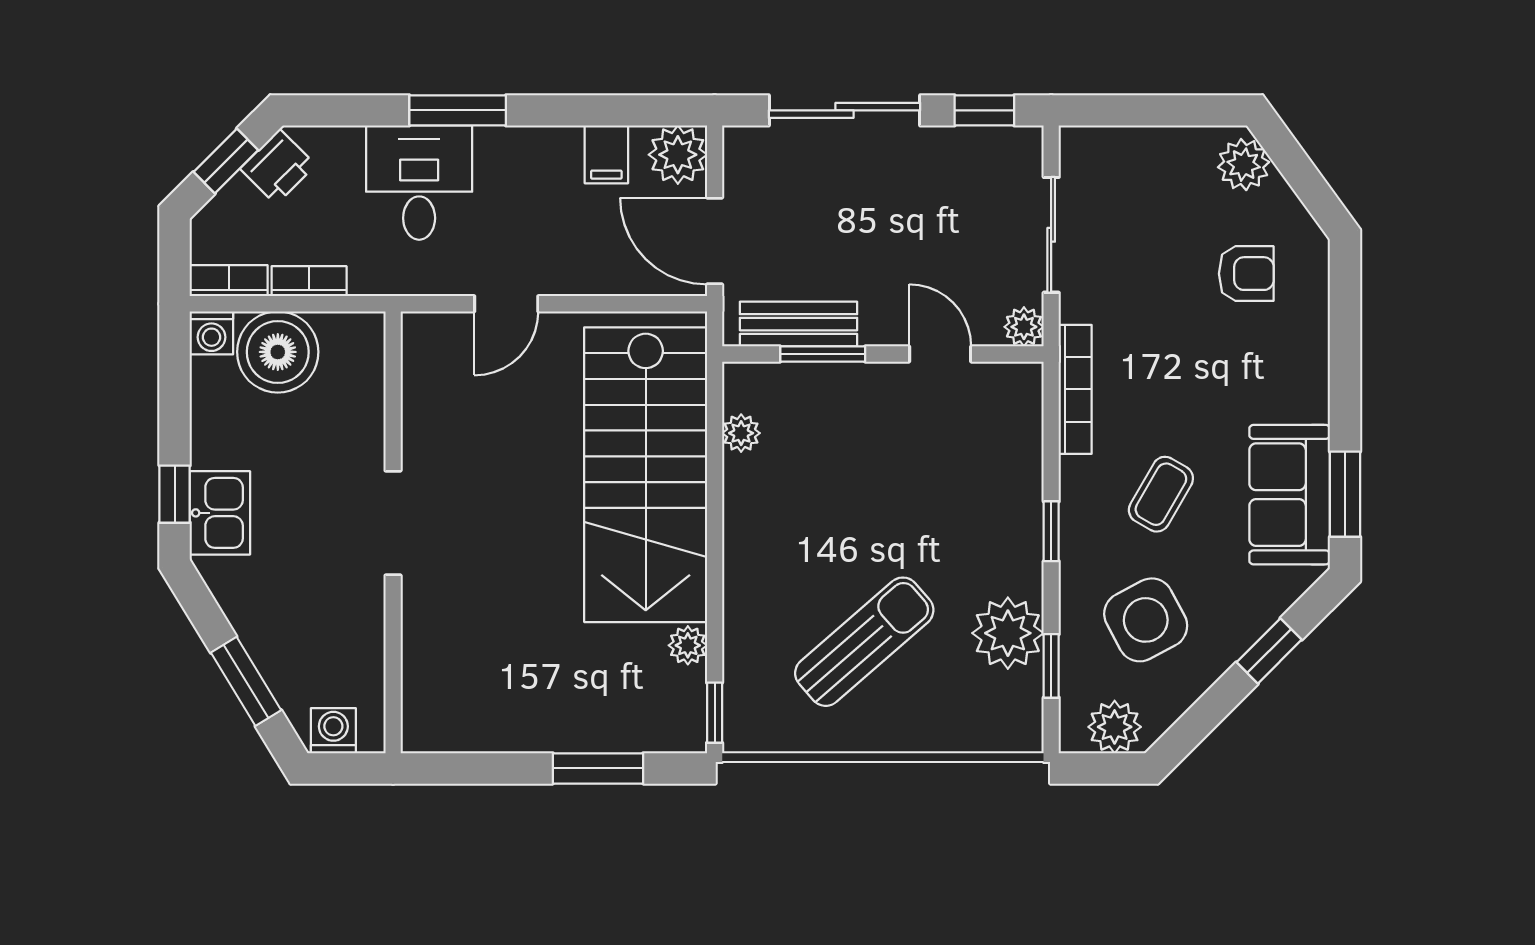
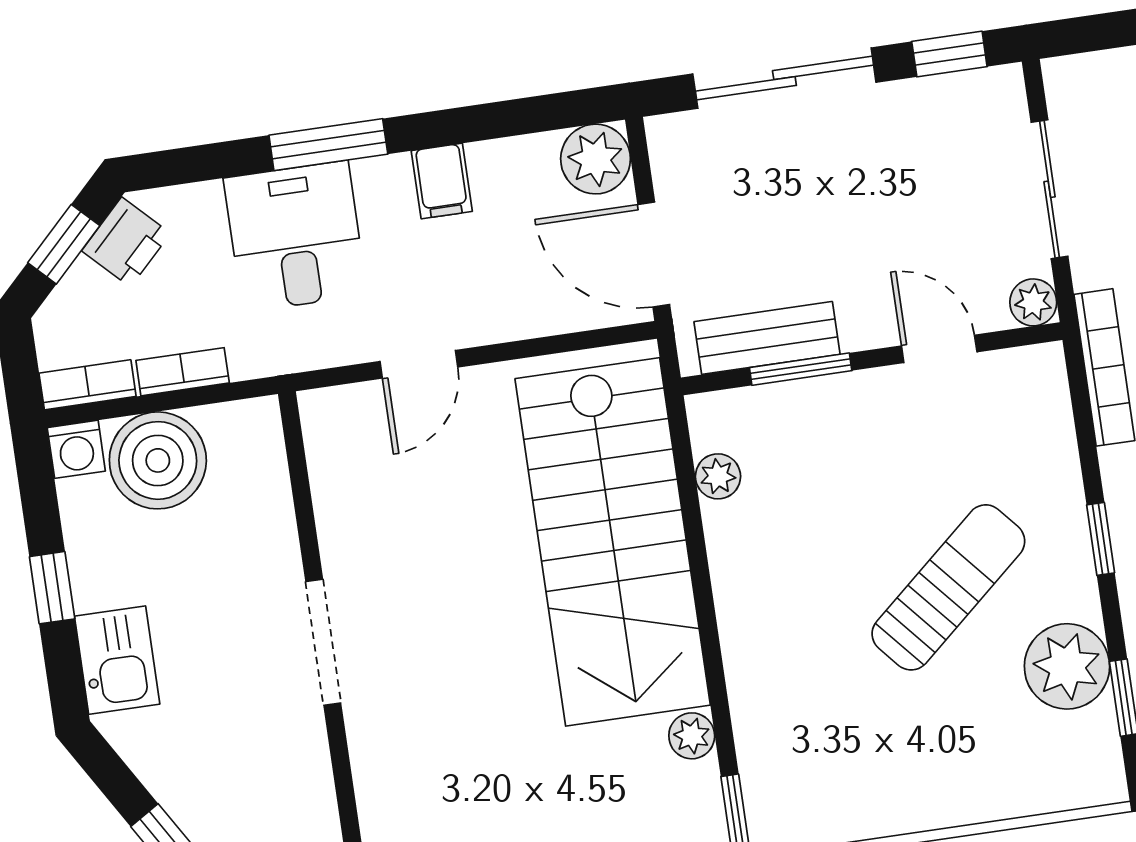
filing cabinet: (606, 154) -> (442, 181), moved
window: (175, 494) -> (52, 588), moved
sun lounger: (864, 642) -> (948, 587), moved

